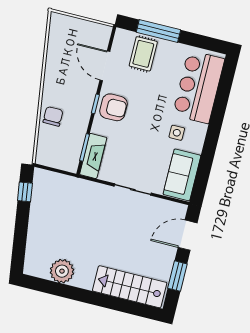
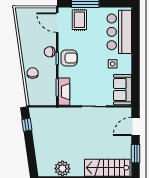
door: (105, 66) -> (57, 23), moved
chair: (87, 91) -> (50, 52), added

